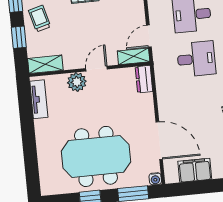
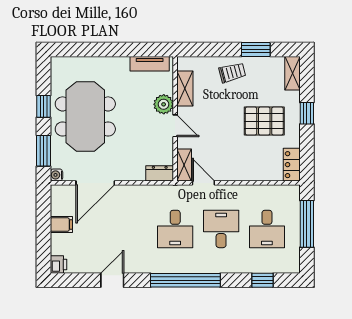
window: (19, 37) -> (215, 49), removed
shelving: (45, 64) -> (185, 89), moved
filing cabinet: (195, 170) -> (61, 225), width x0.50

